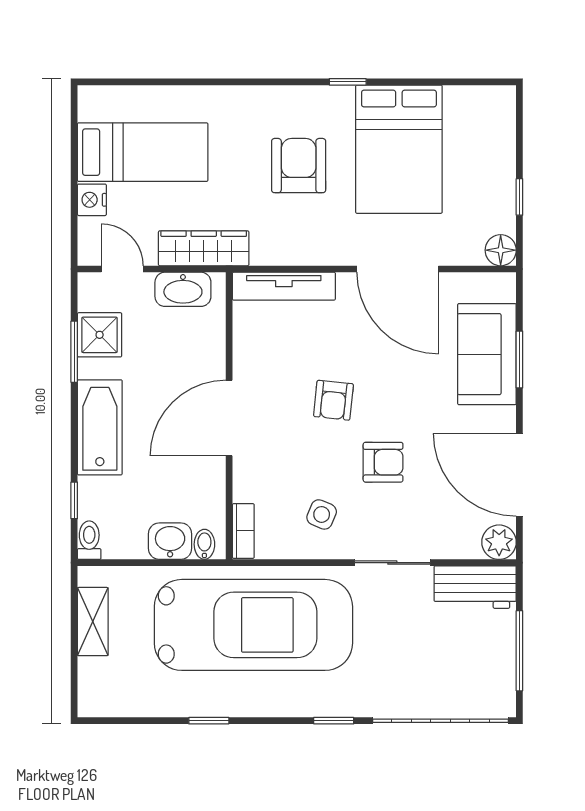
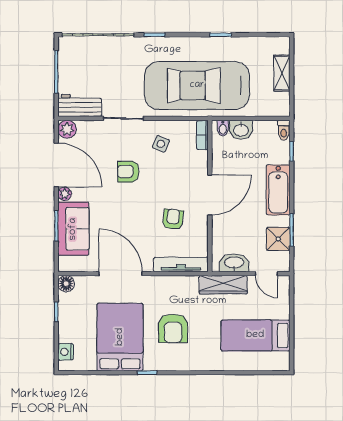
nightstand: (92, 200) -> (66, 352), moved, turned 180
armchair: (333, 400) -> (173, 219), moved
plant: (504, 420) -> (65, 194), added
shelving: (93, 622) -> (282, 73), moved

